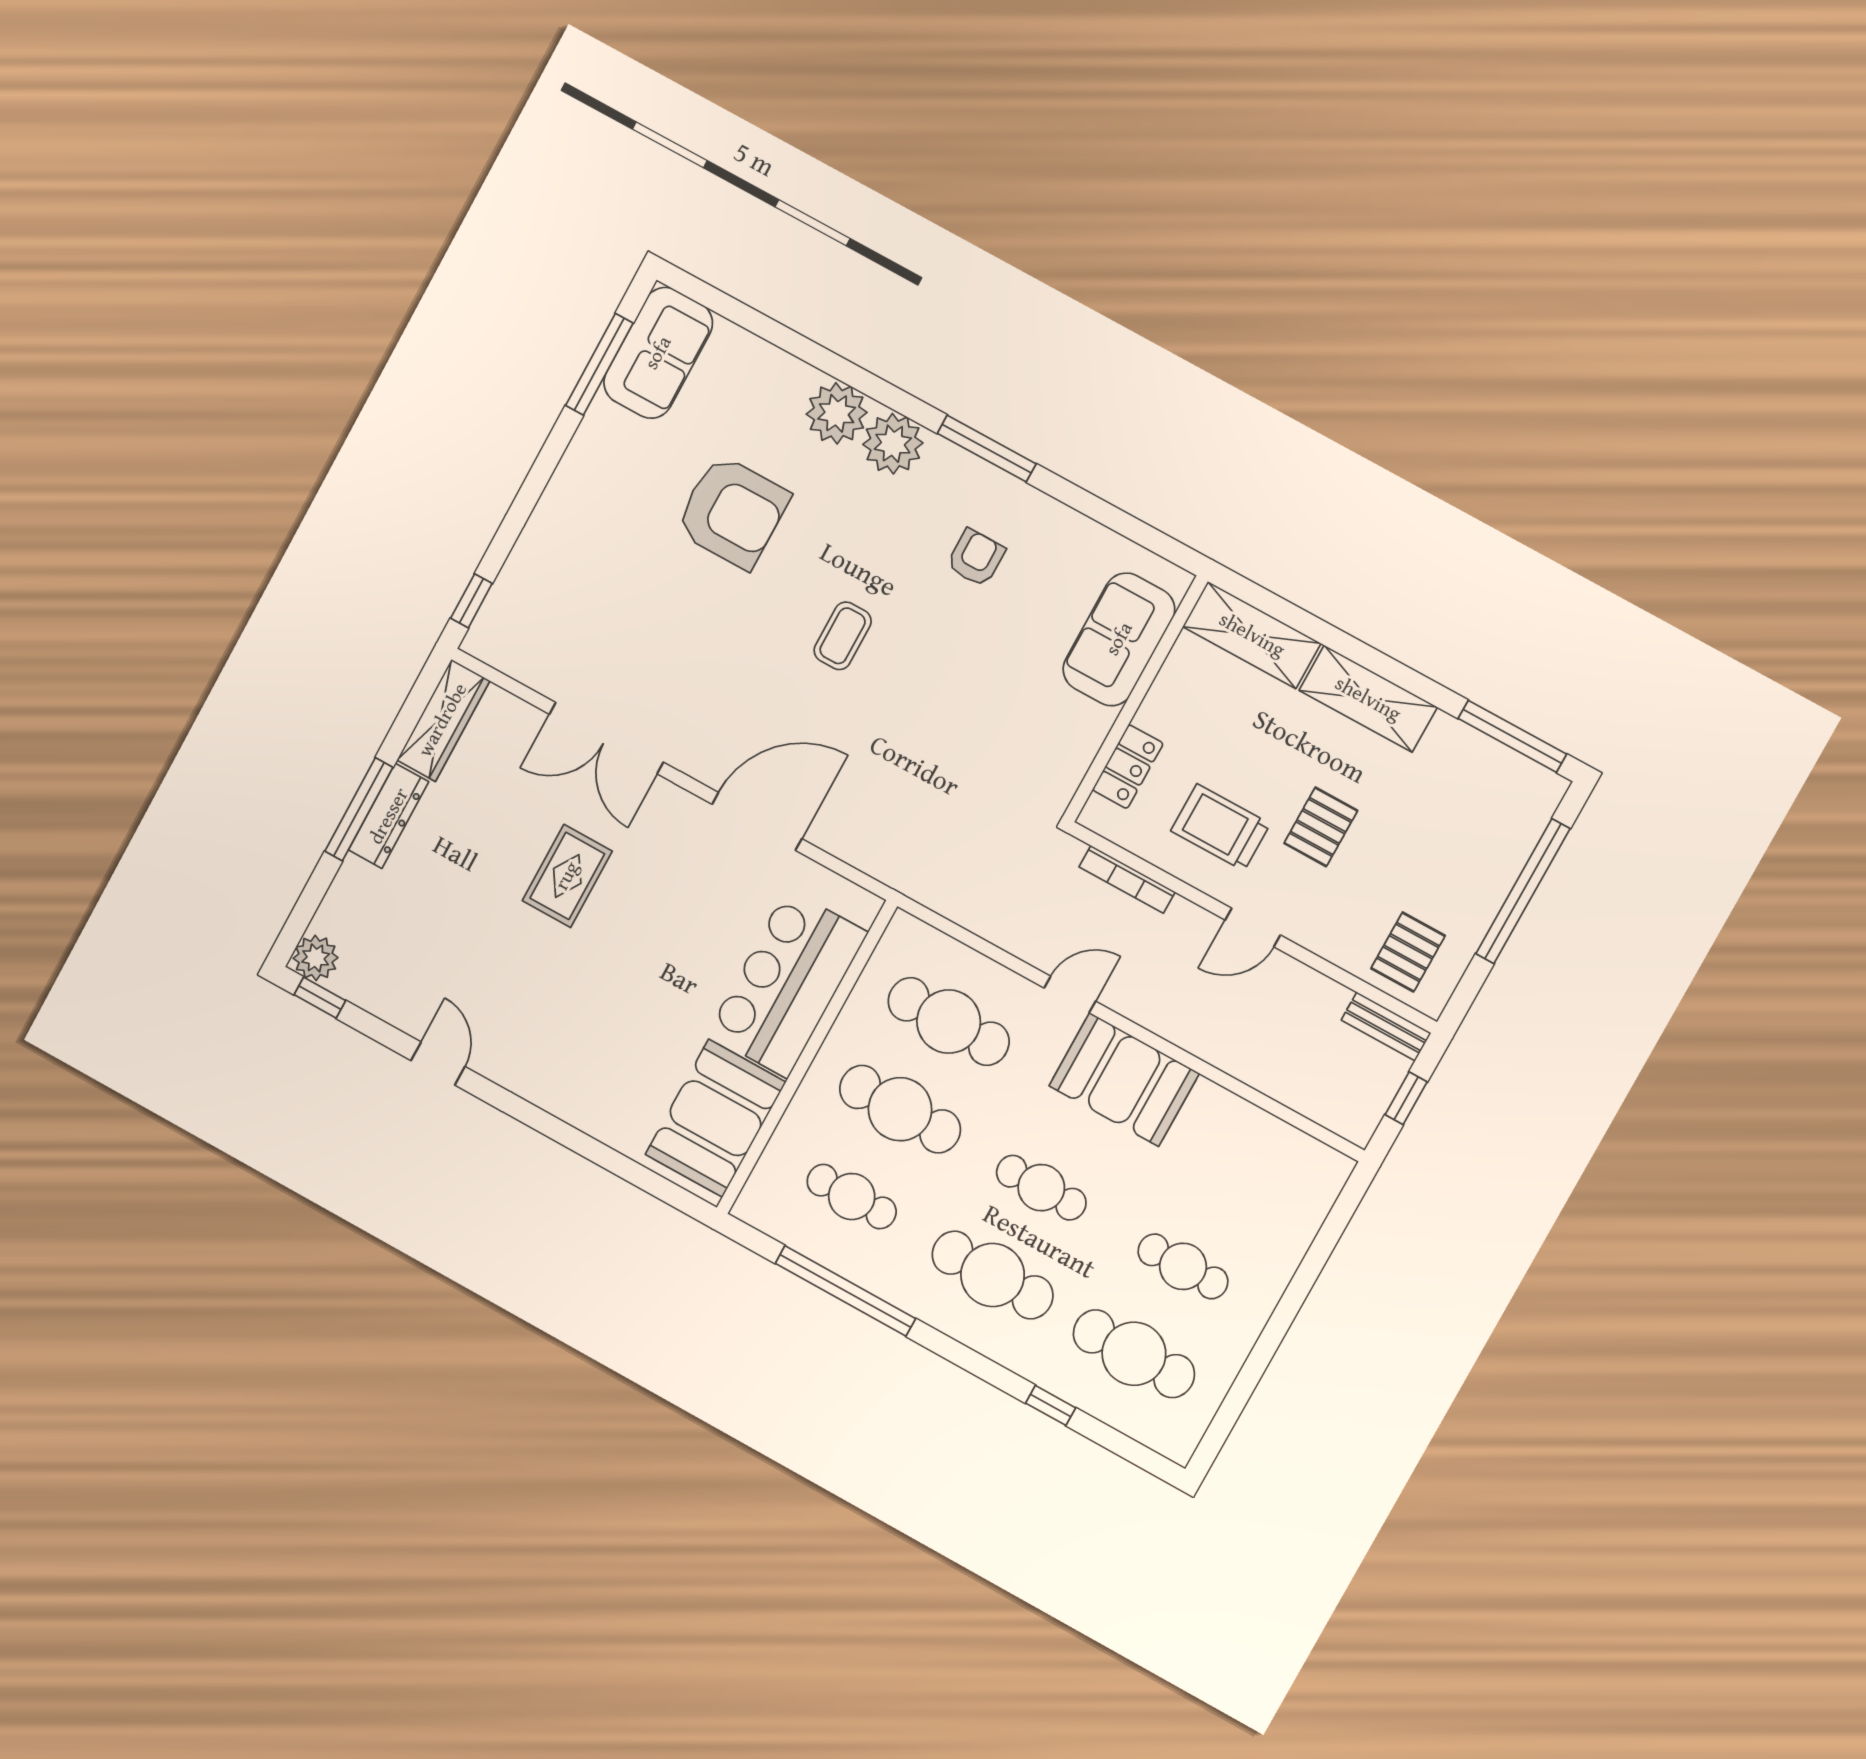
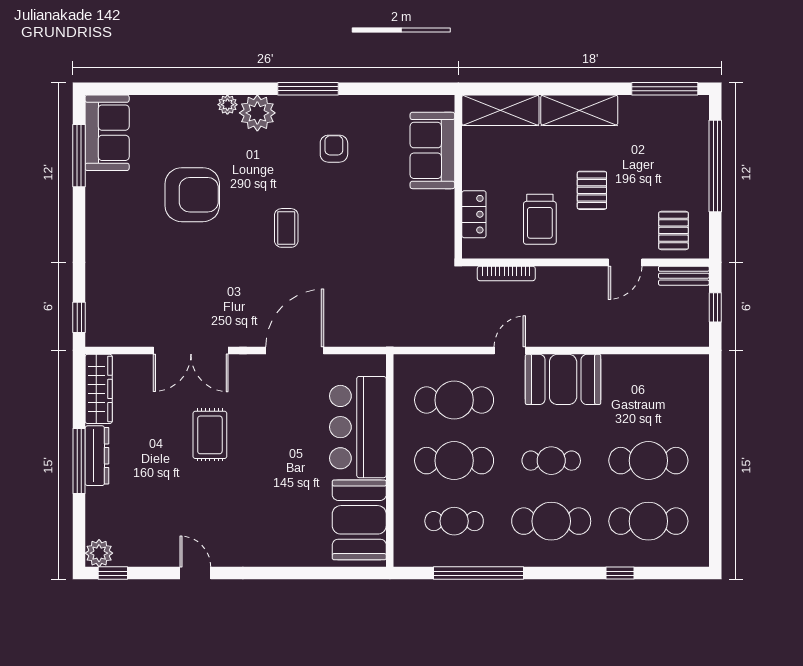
plant: (837, 413) -> (227, 105), width x0.53, depth x0.53
trolley: (1220, 827) -> (540, 219), turned -90
door: (1253, 928) -> (625, 262), moved
cafe table: (1183, 1266) -> (648, 461), width x1.37, depth x1.35

